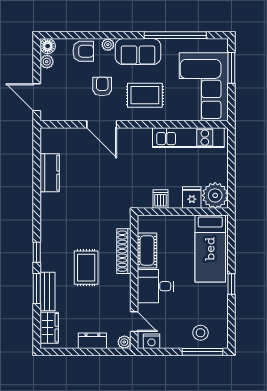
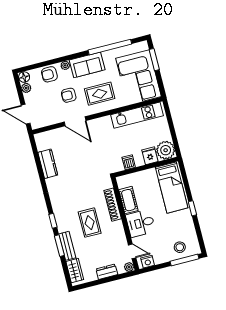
armchair: (83, 51) -> (49, 74), turned 180
armchair: (102, 86) -> (69, 95), turned -90

